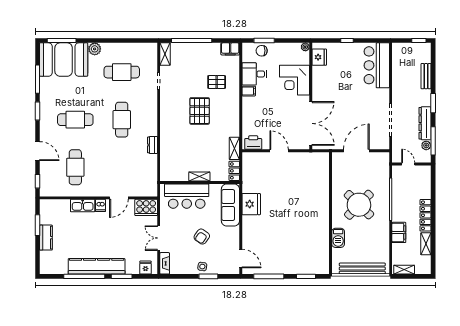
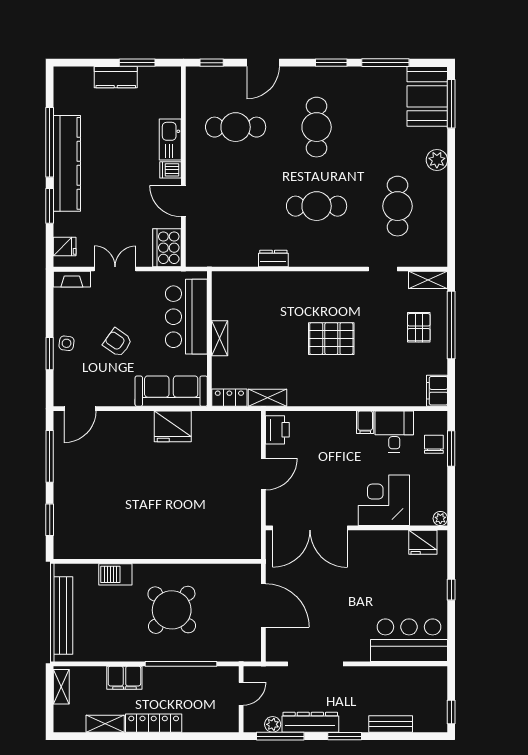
booth: (64, 60) -> (427, 96), width x0.73, depth x0.70
pallet: (217, 82) -> (419, 327), moved

